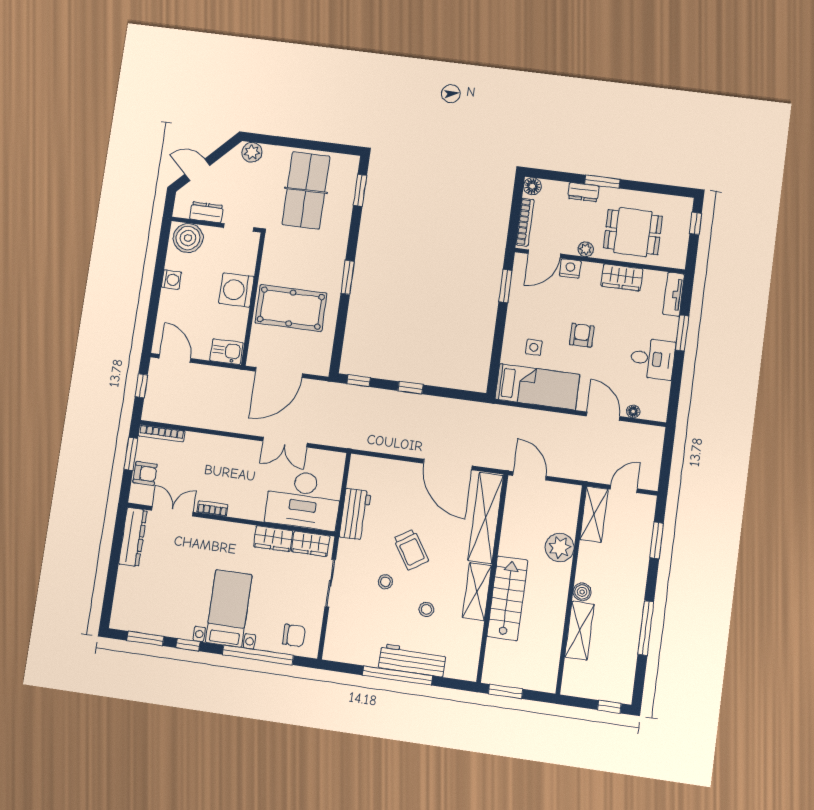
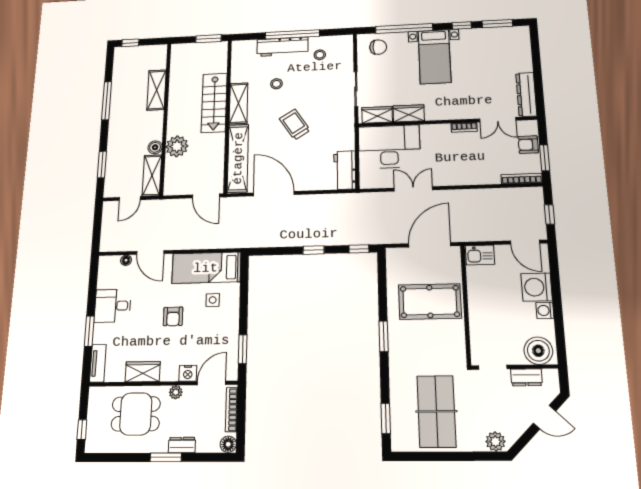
washing machine: (236, 290) -> (537, 287), moved, turned 180
workbench: (355, 514) -> (345, 170), moved
stool: (385, 582) -> (320, 55), moved
boiler: (582, 592) -> (155, 147), moved
chair: (294, 635) -> (378, 47), turned 180

